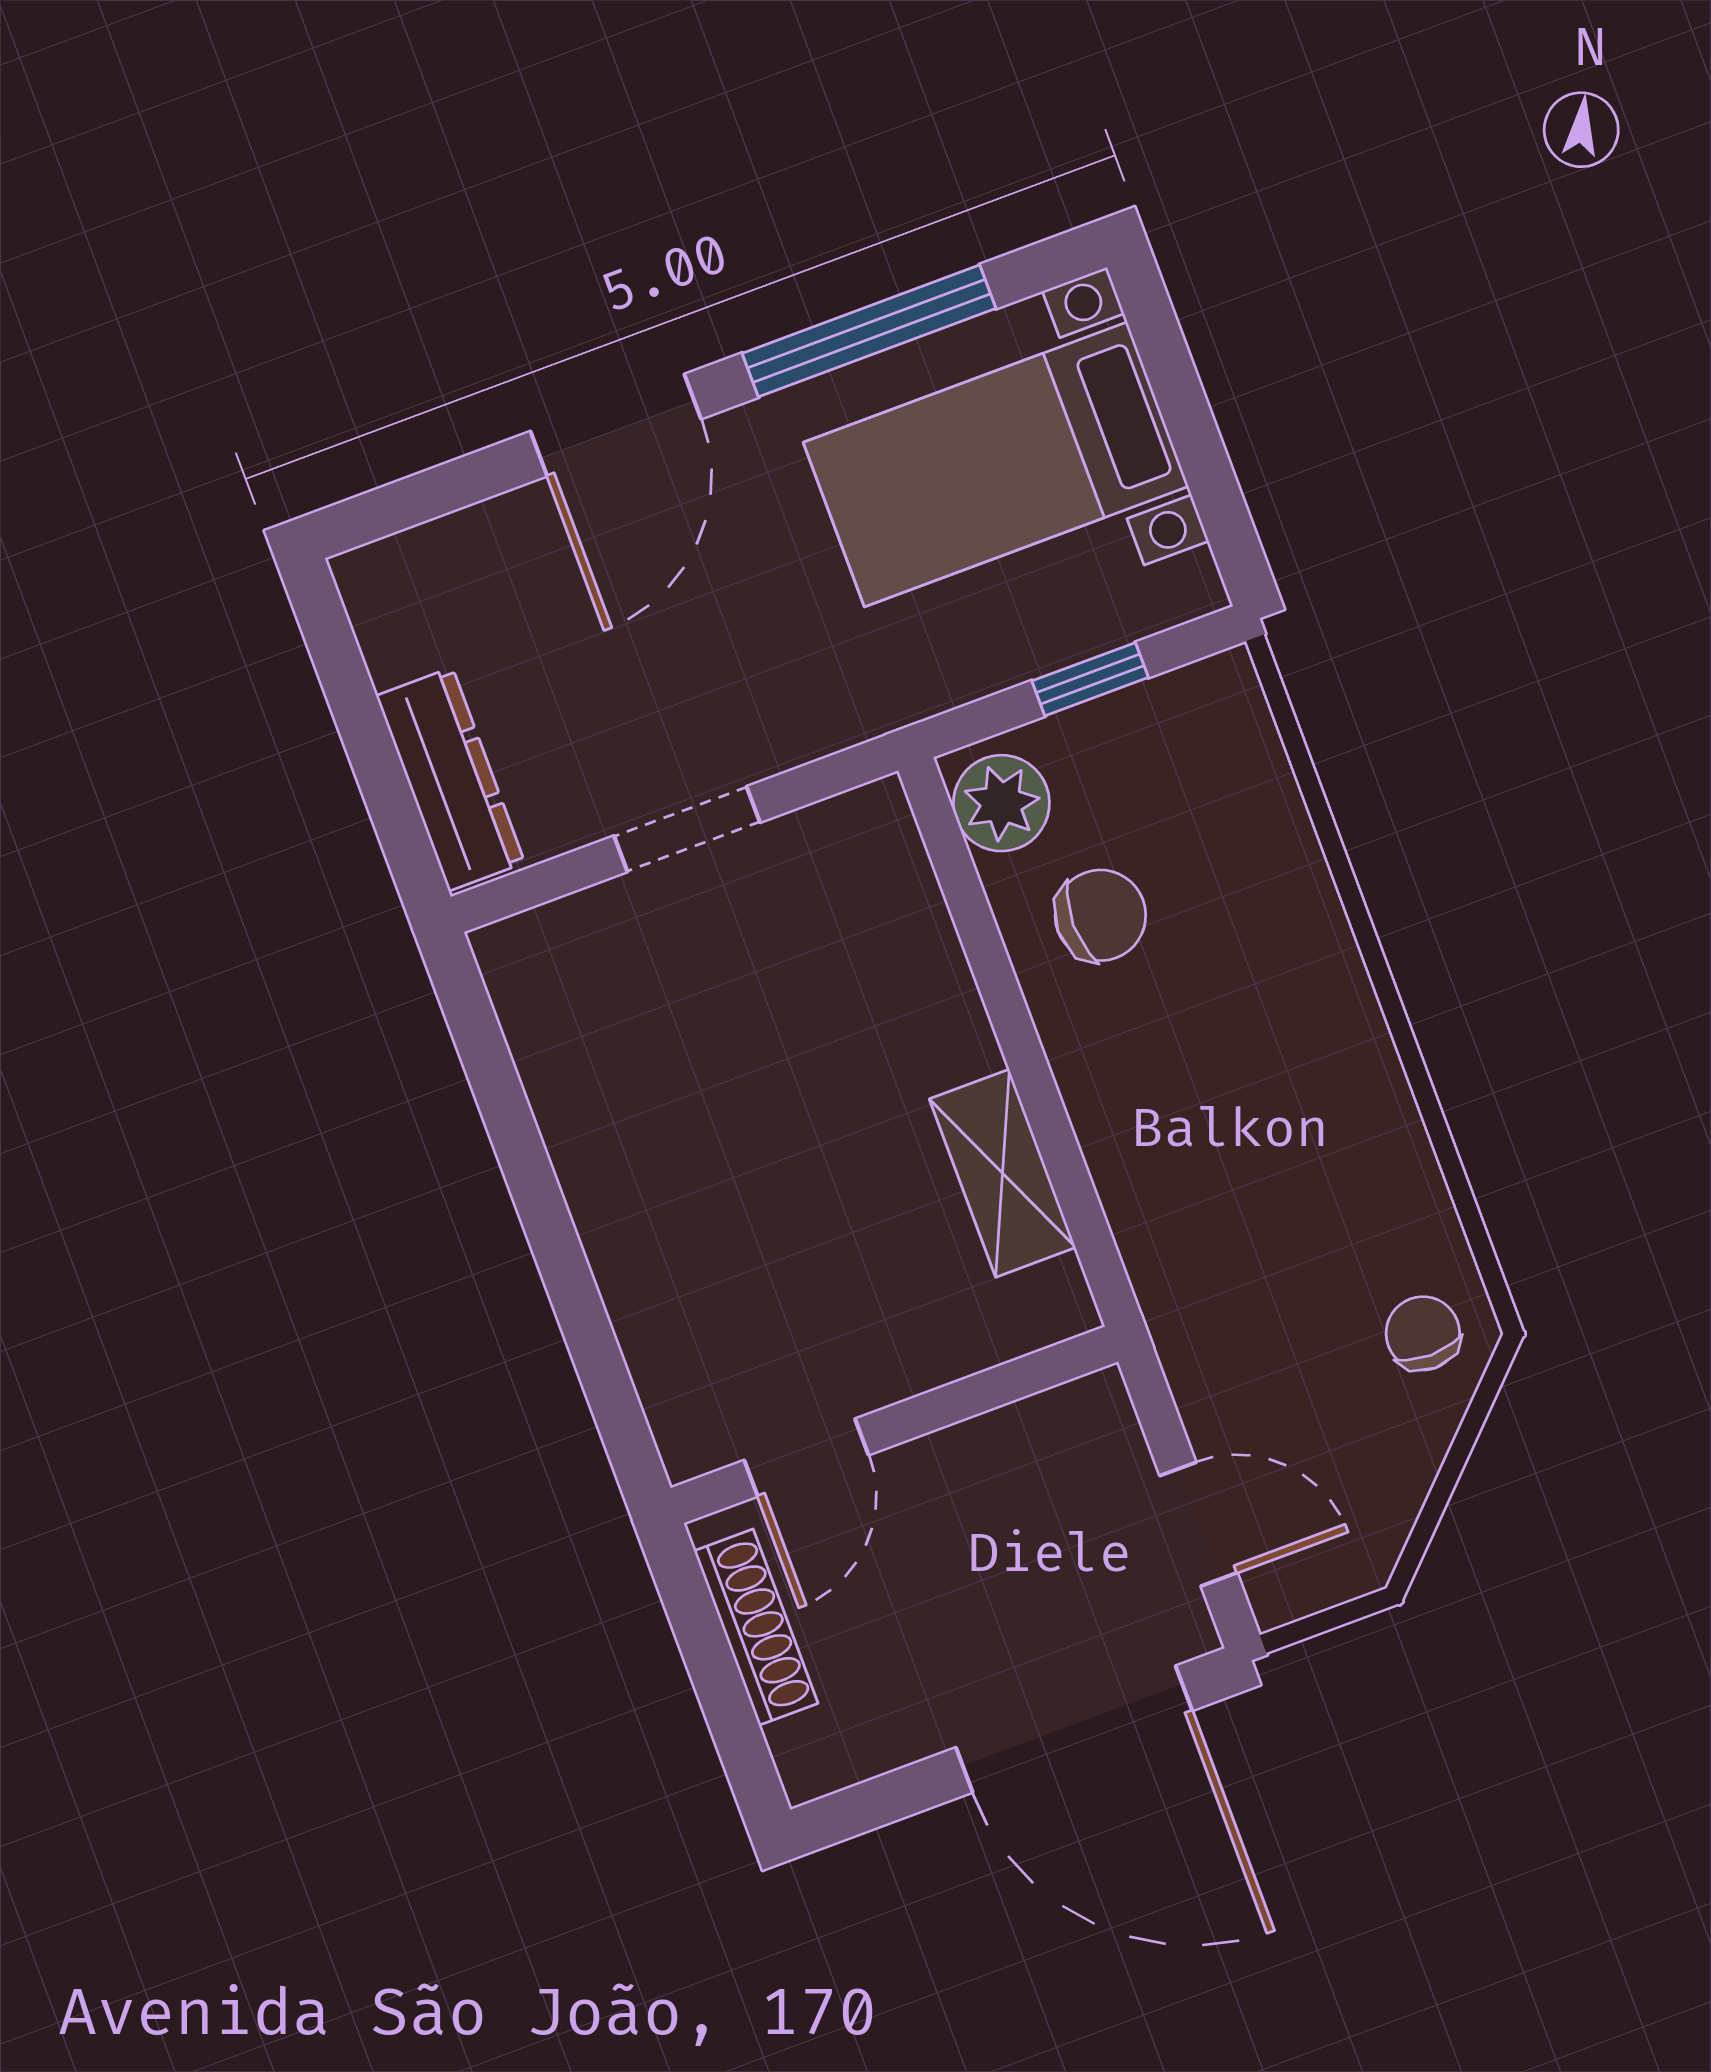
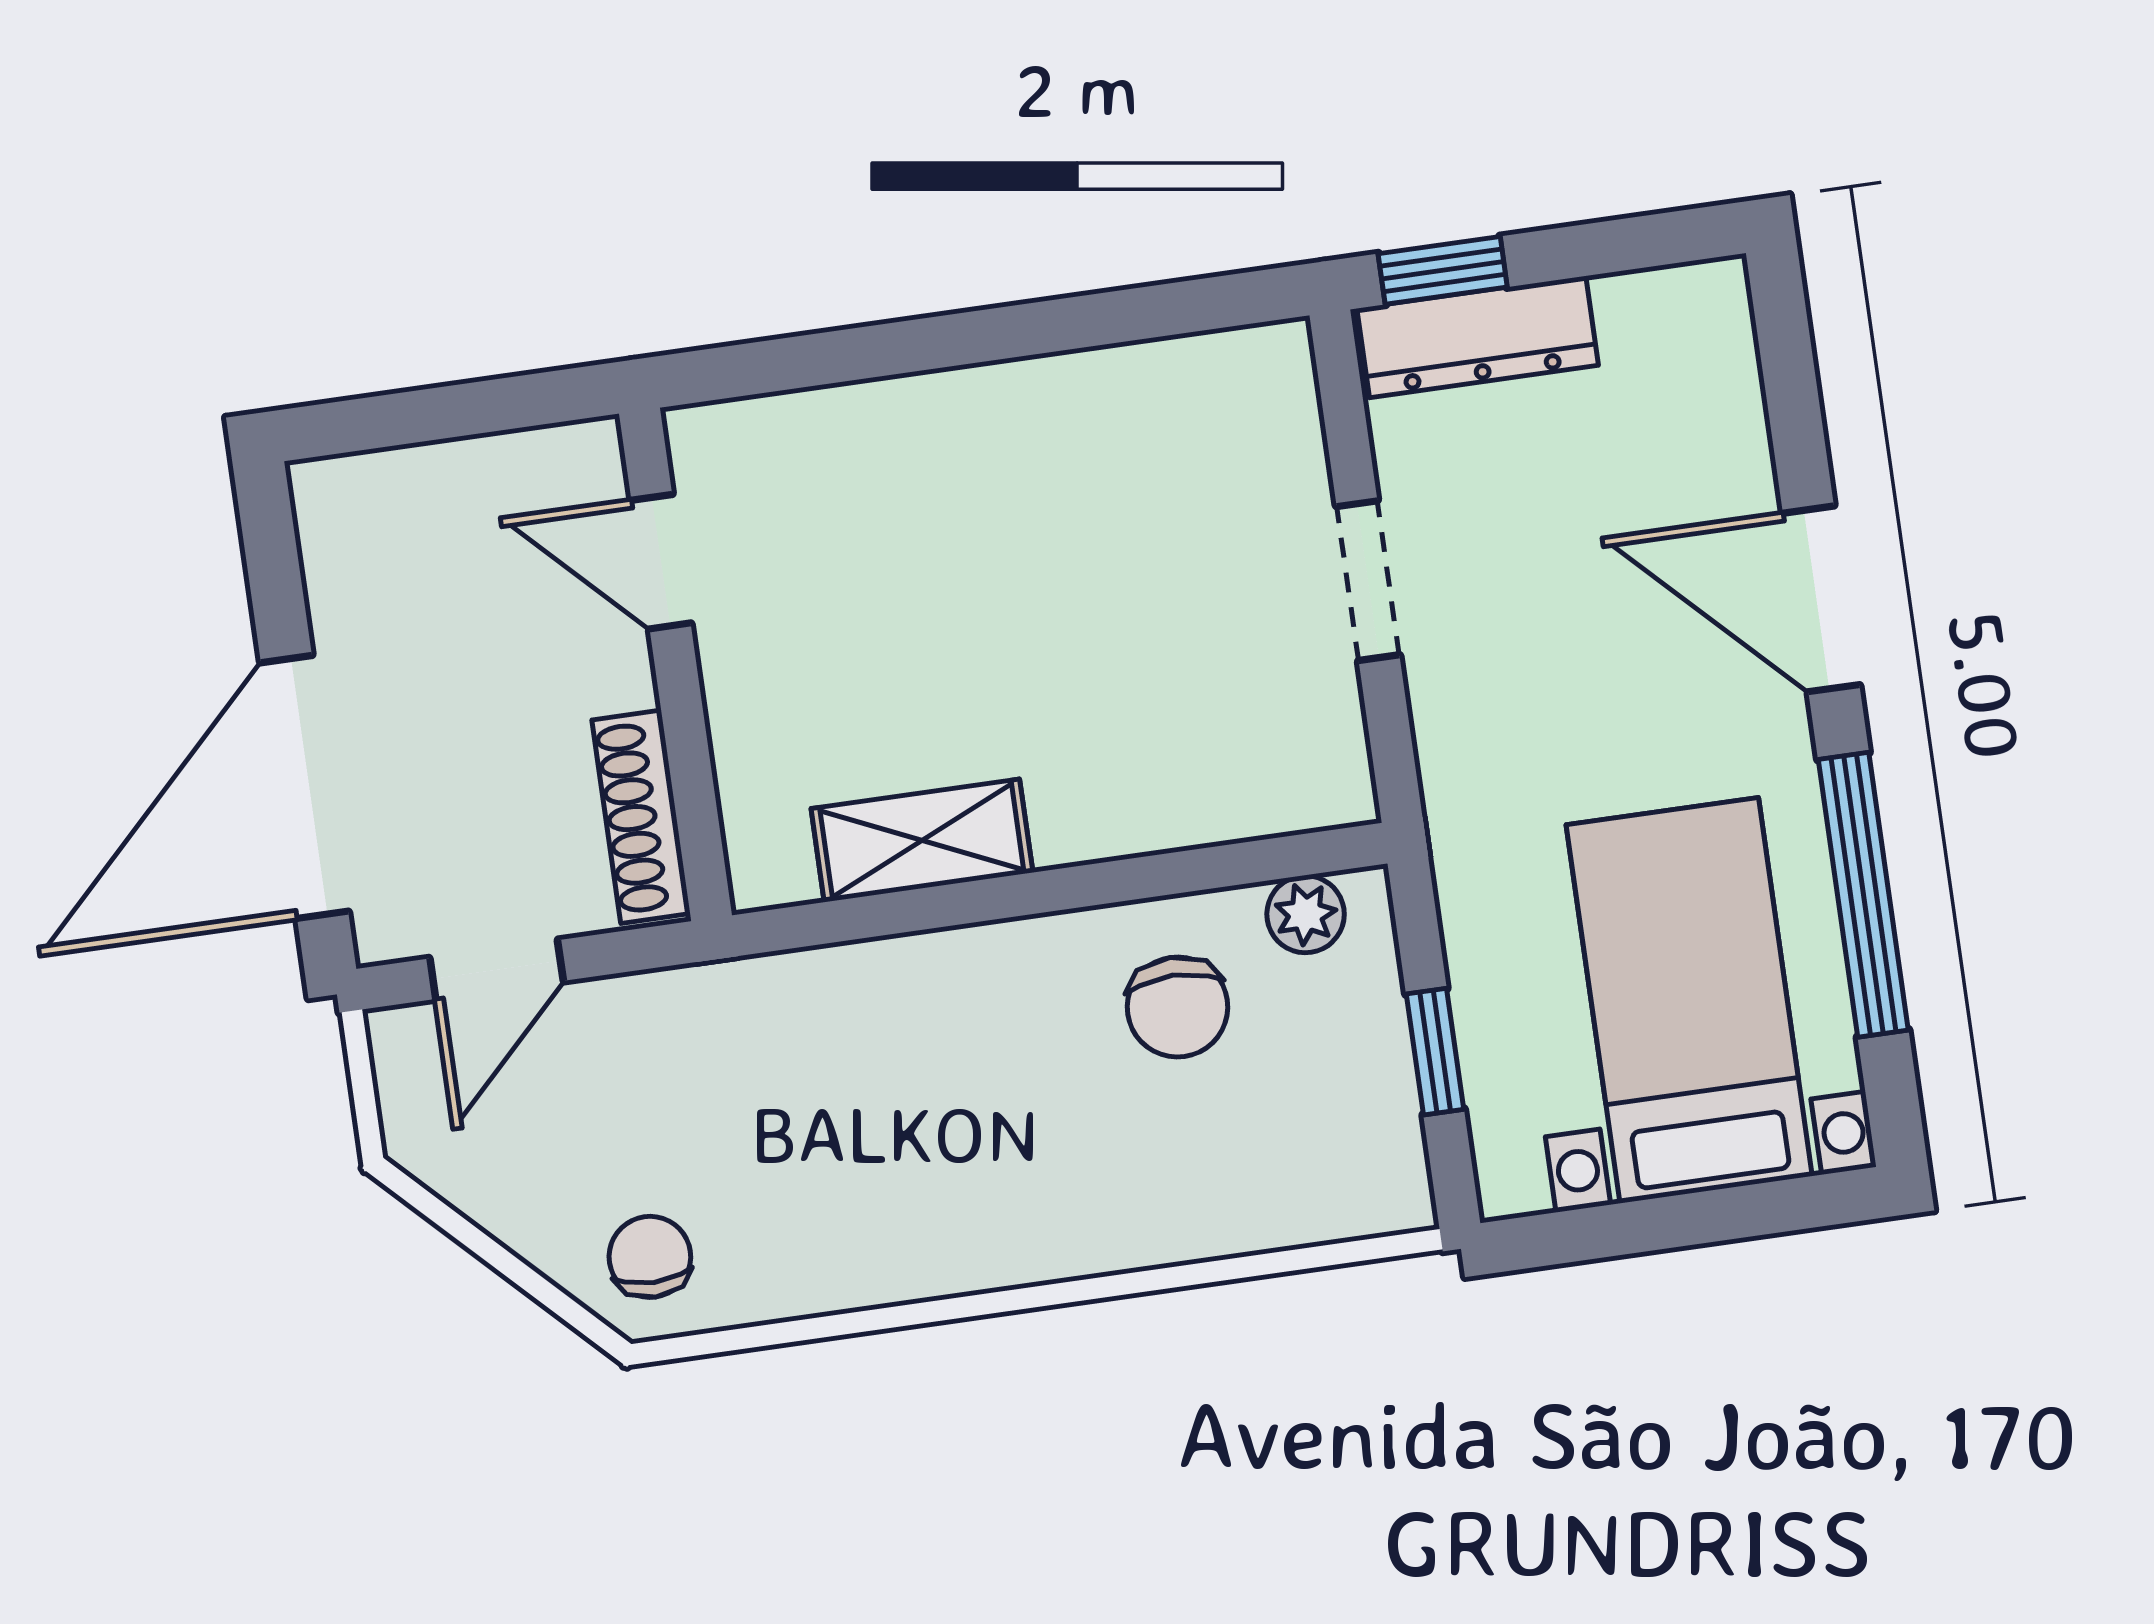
plant: (1001, 803) -> (1306, 914), width x0.73, depth x0.73
window: (398, 823) -> (1443, 270), added
chair: (1423, 1333) -> (650, 1257), turned -90
shoe rack: (756, 1627) -> (641, 817), moved, turned 90

